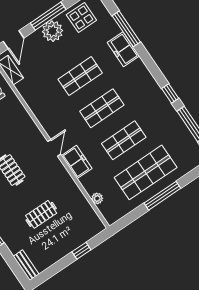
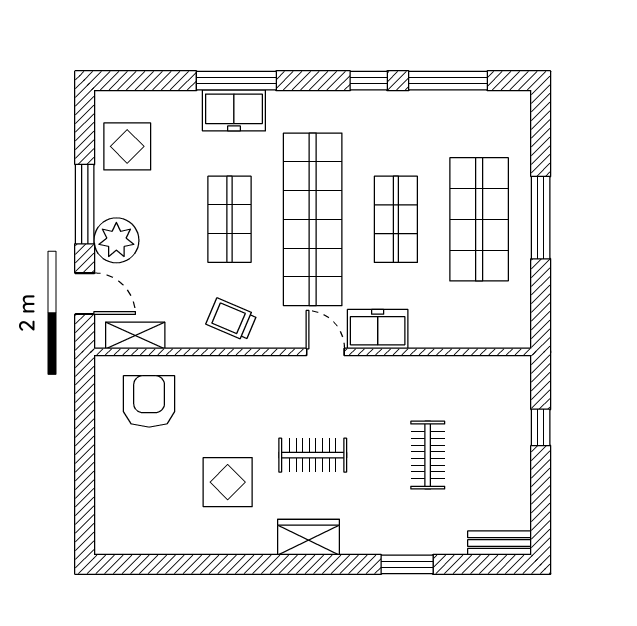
window: (126, 29) -> (236, 81), moved
plant: (52, 31) -> (116, 240), moved
trolley: (42, 103) -> (231, 319), added
shop shelf: (102, 108) -> (313, 219), width x2.00, depth x1.36
plant: (97, 198) -> (467, 337), removed

